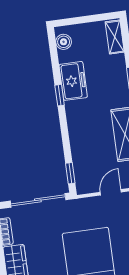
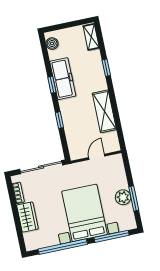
freezer: (73, 81) -> (63, 79), width x1.40
window: (70, 173) -> (59, 120), moved

